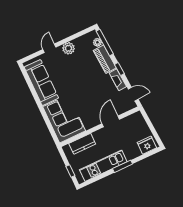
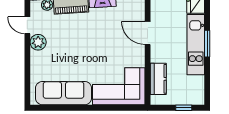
door: (49, 48) -> (27, 25), moved
kitchen unit: (103, 166) -> (196, 45), moved

